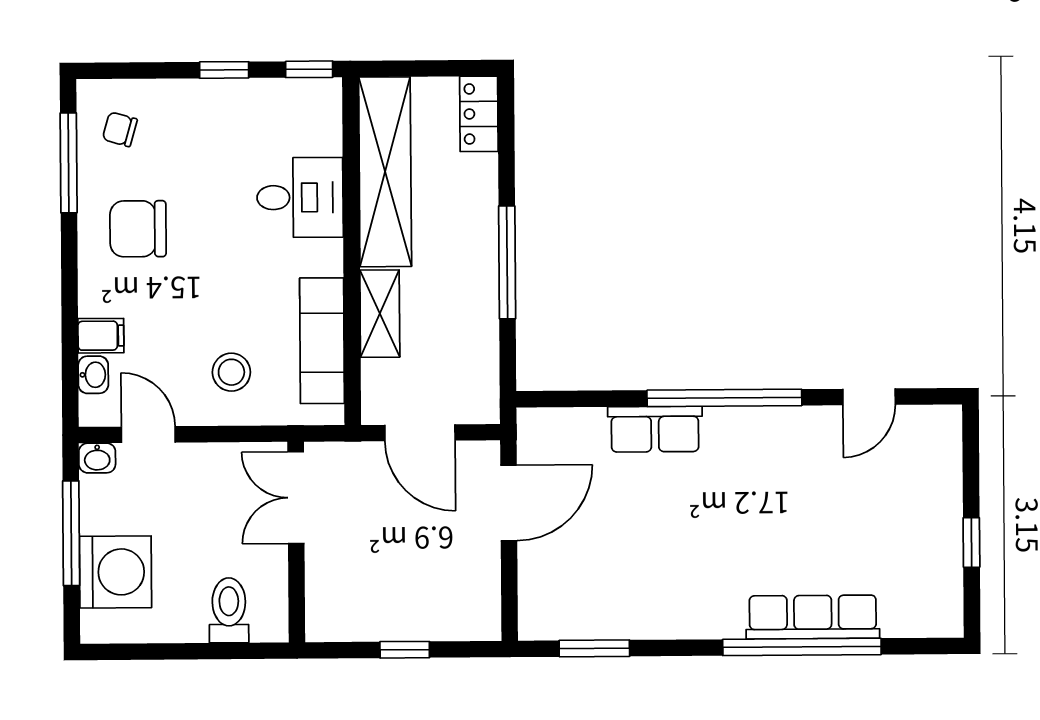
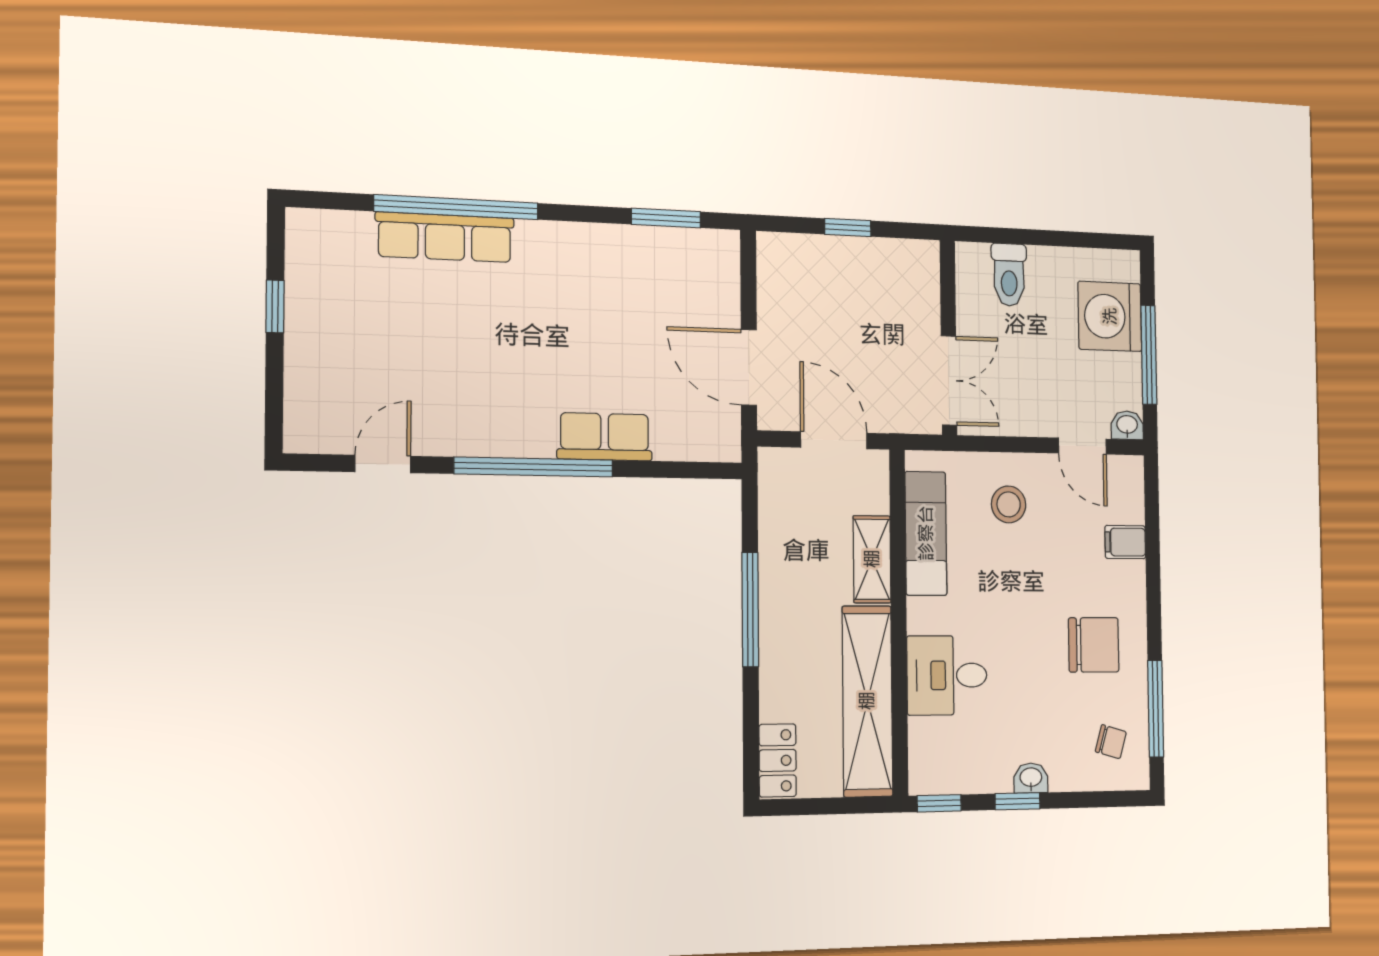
washbasin: (93, 375) -> (1031, 778), moved, turned 90
door: (509, 503) -> (749, 367), hinge flipped

